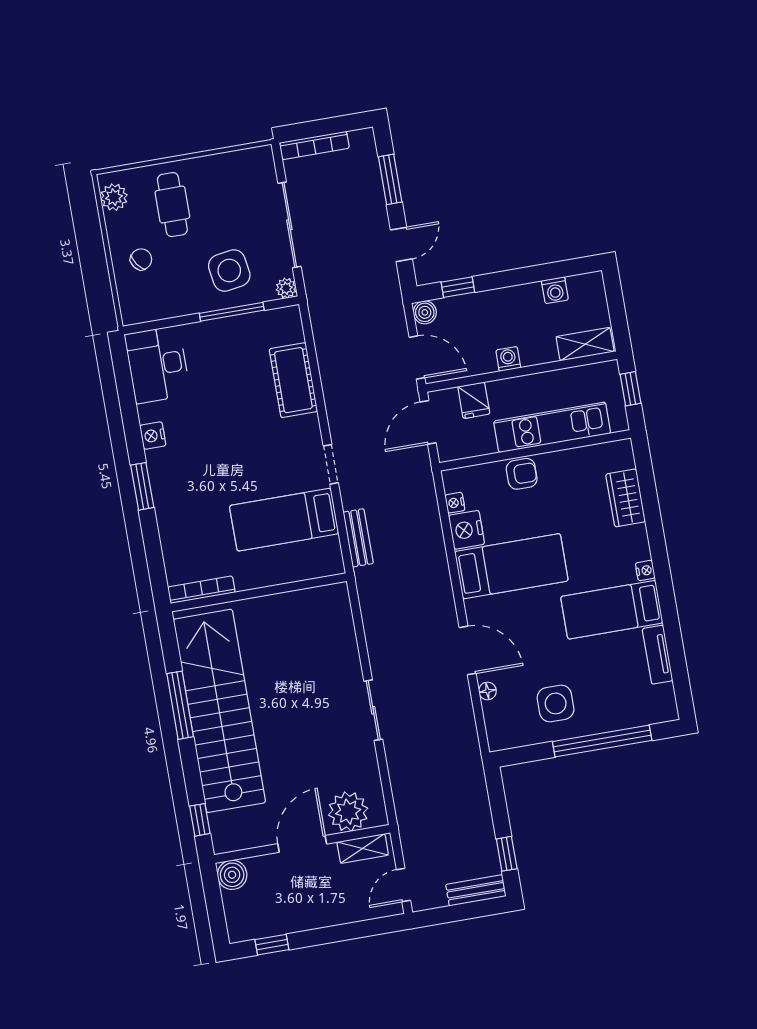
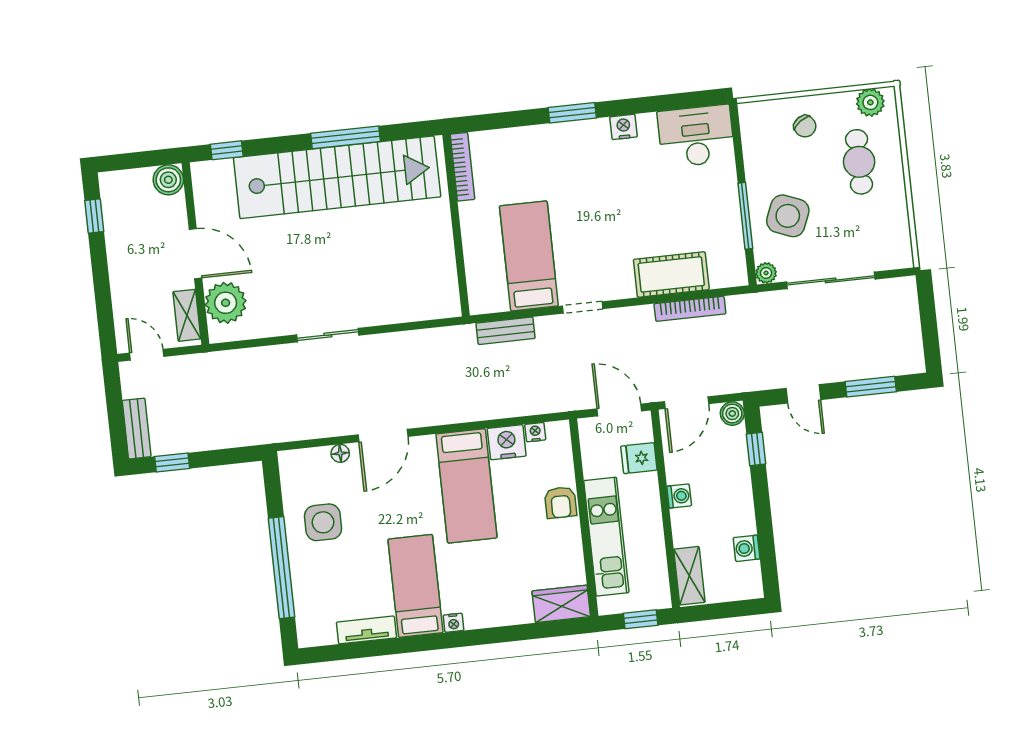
bookcase: (314, 145) -> (690, 309), moved, turned -90
cafe table: (172, 205) -> (859, 162), turned 90
side table: (229, 270) -> (788, 216), turned 31
wardrobe: (626, 498) -> (561, 604), moved

